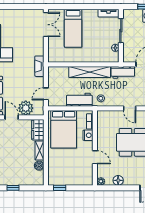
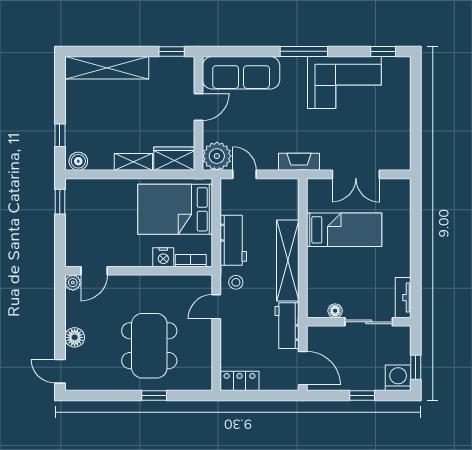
double door: (46, 25) -> (356, 174), moved
bed: (73, 28) -> (344, 230), moved, turned 180
plant: (26, 108) -> (217, 156), moved
door: (130, 108) -> (216, 307), moved
door: (95, 157) -> (94, 271), moved
boiler: (39, 166) -> (78, 161), moved
floor lamp: (118, 180) -> (75, 337), moved
window: (13, 188) -> (60, 135), moved

